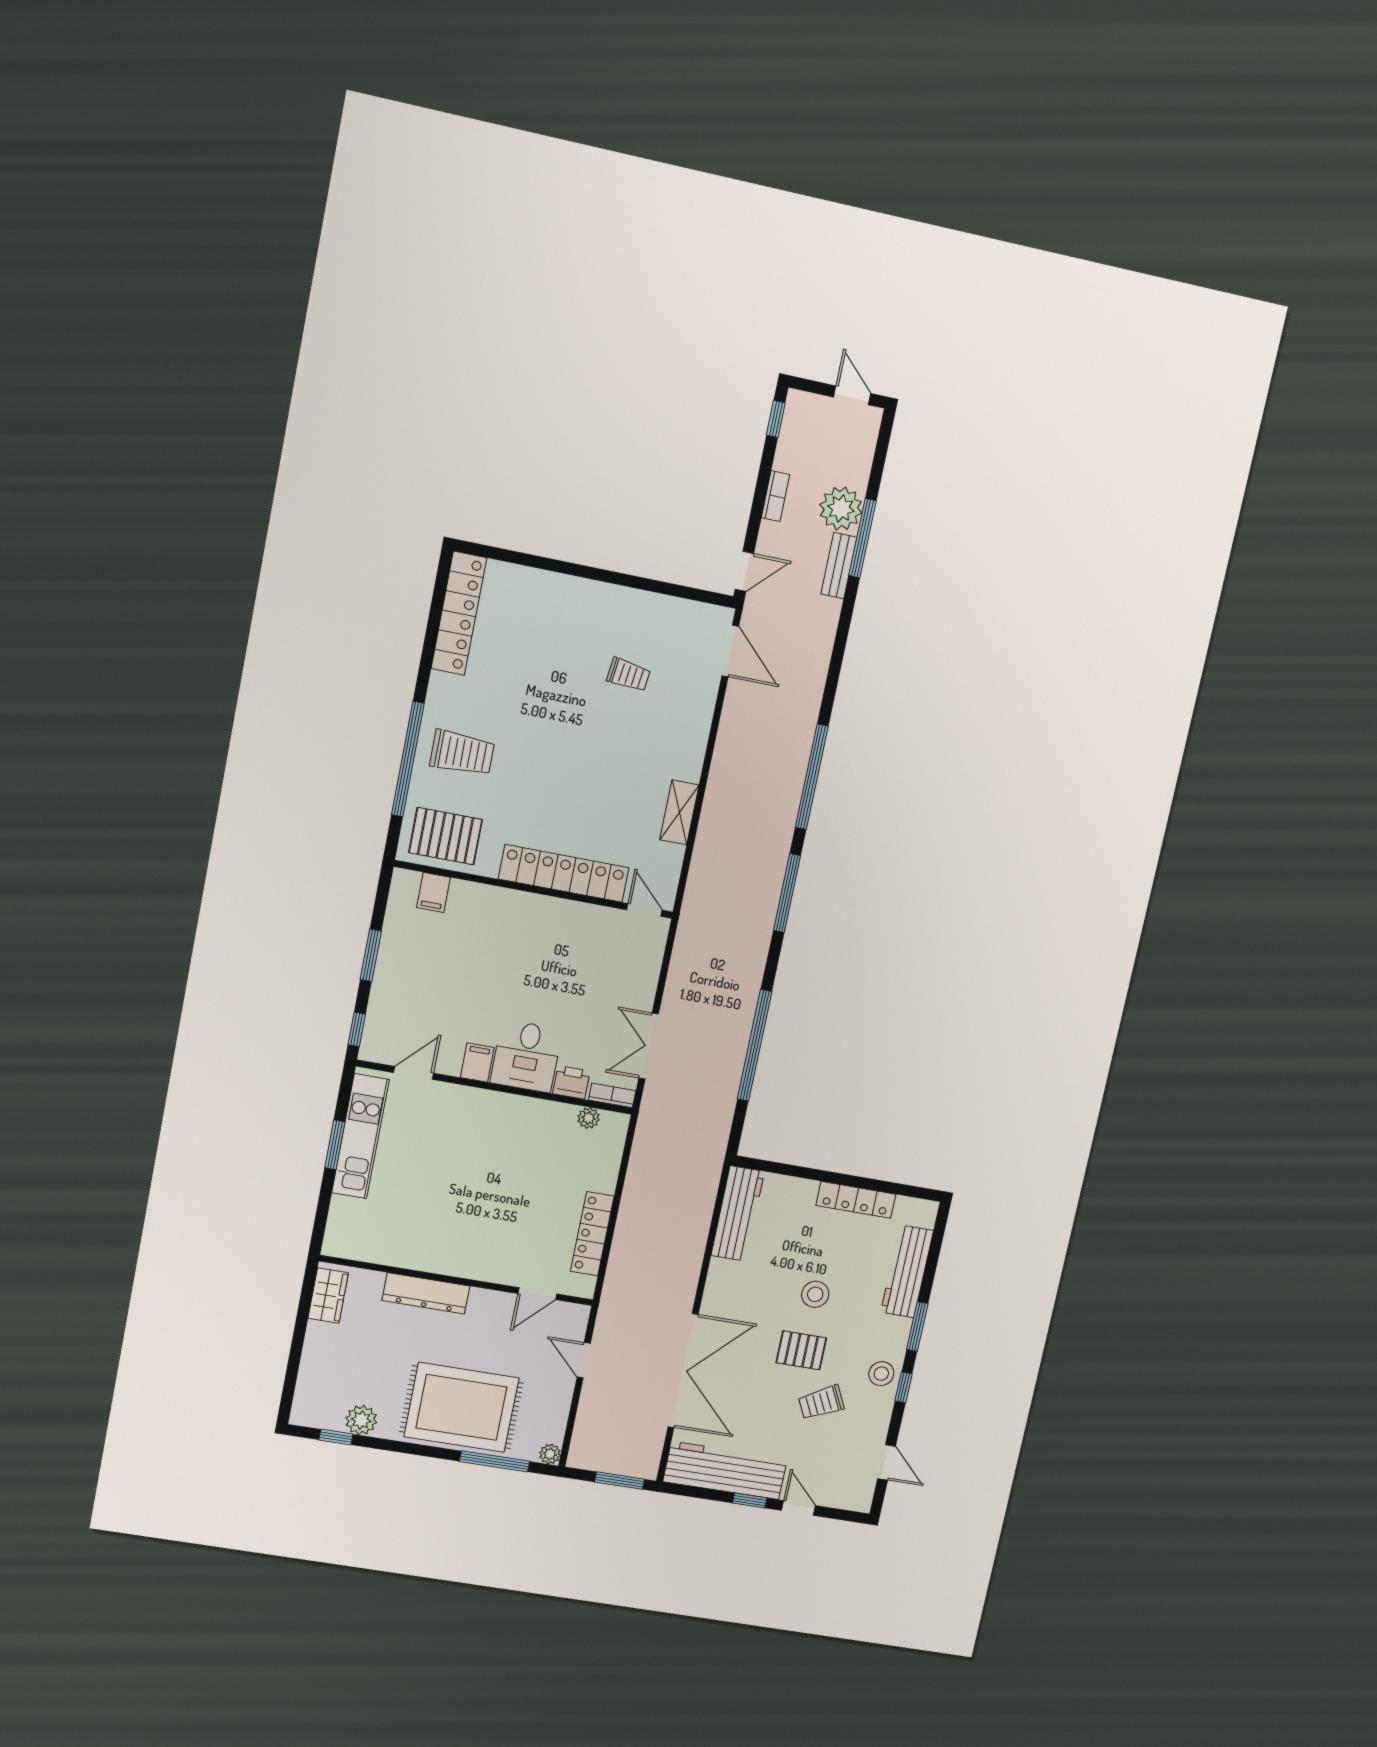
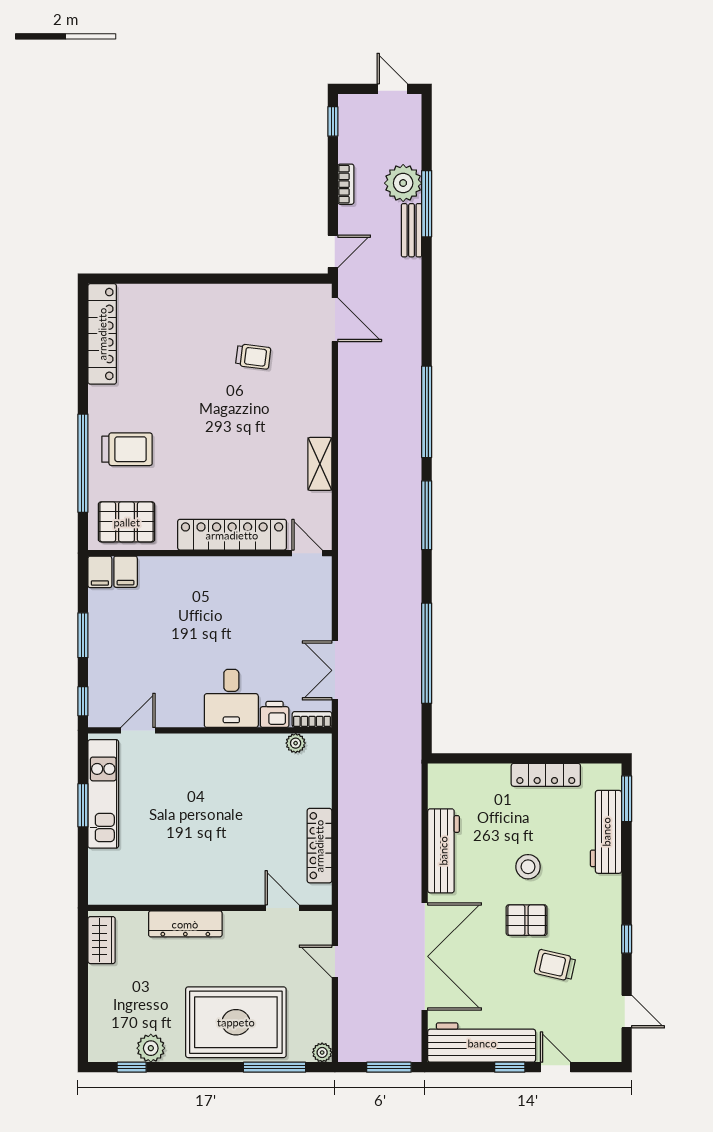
filing cabinet: (477, 1063) -> (100, 572), moved, turned 180
workbench: (738, 1214) -> (443, 851), moved
door: (537, 1294) -> (282, 908), swing flipped
window: (917, 1327) -> (627, 799), moved
stool: (881, 1374) -> (604, 930), removed
trolley: (821, 1402) -> (555, 965), turned 40

